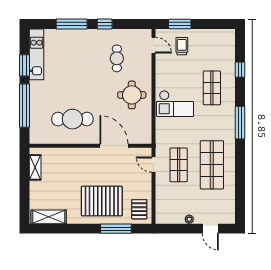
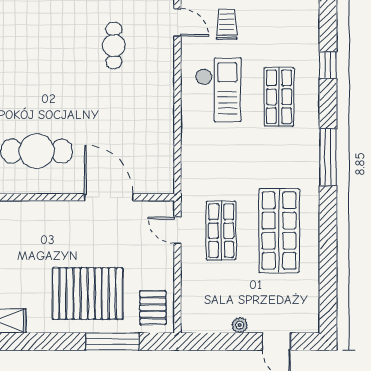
round table: (132, 95) -> (140, 109), removed
checkout: (175, 104) -> (218, 90), moved, turned -90

